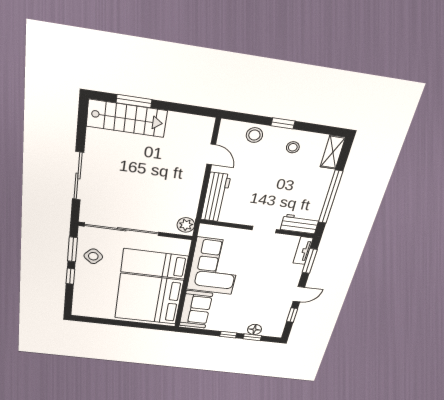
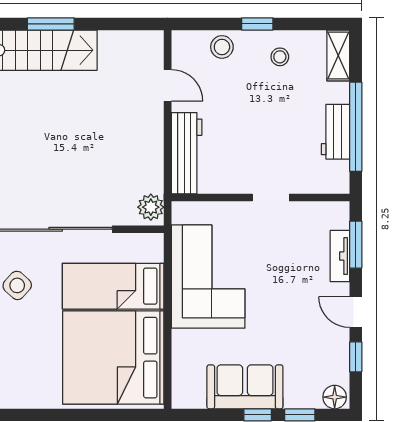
workbench: (300, 224) -> (336, 132), moved, turned -90
tv unit: (303, 251) -> (340, 256), moved
door: (299, 294) -> (356, 312), swing flipped
sofa: (196, 310) -> (245, 387), moved, turned -90
floor lamp: (254, 329) -> (335, 397), moved

